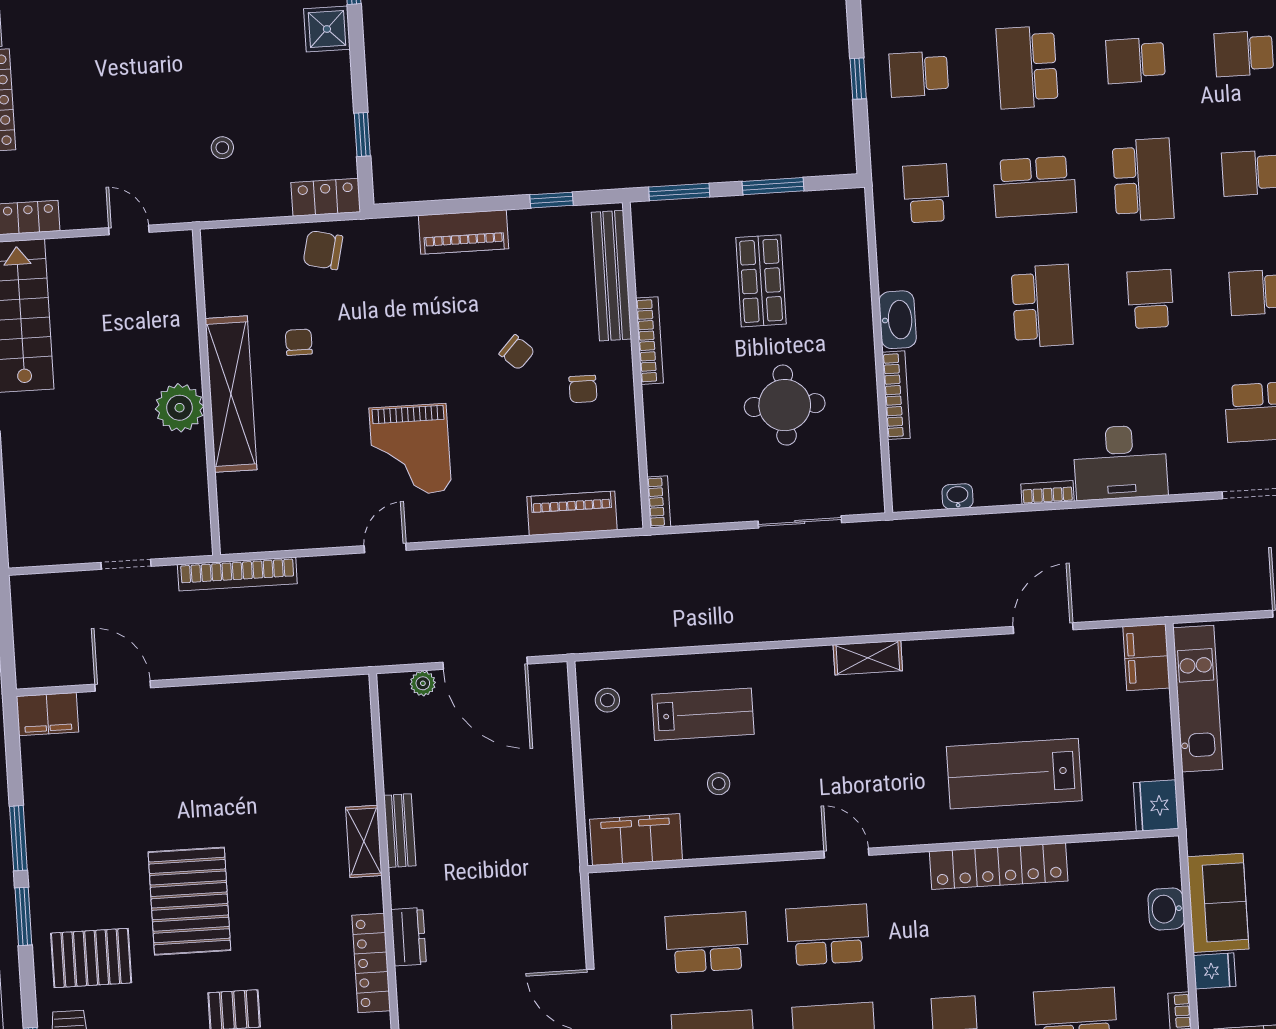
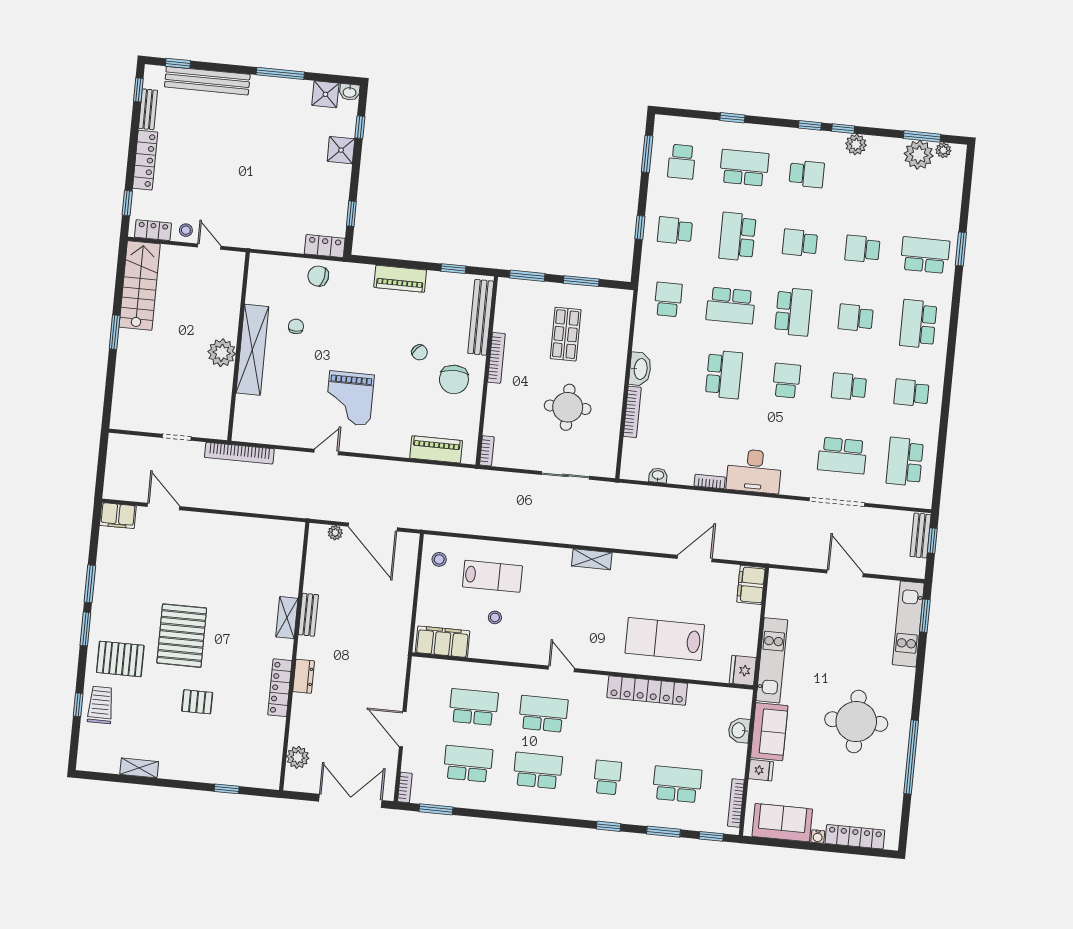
stool: (222, 148) -> (186, 230), moved
chair: (583, 389) -> (454, 379), width x1.87, depth x1.87
kitchen unit: (1198, 699) -> (772, 660), moved

